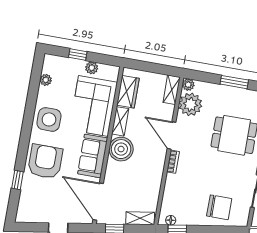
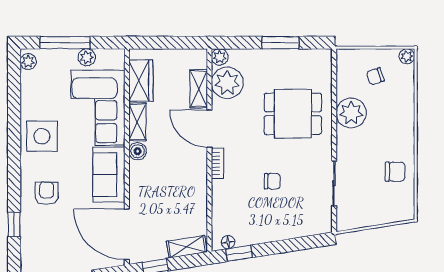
window: (78, 54) -> (65, 43), width x2.17
plant: (46, 80) -> (28, 61), moved
shelving: (172, 90) -> (199, 89), moved
boiler: (121, 149) -> (138, 151), width x0.54, depth x0.54
armchair: (45, 161) -> (47, 193), width x0.53, depth x0.53
chair: (219, 207) -> (272, 181), moved, width x0.54, depth x0.54

